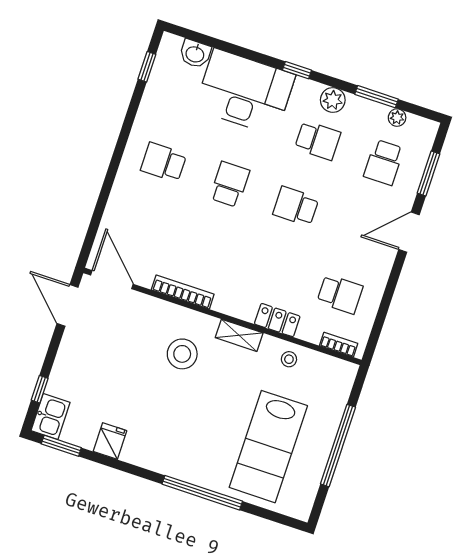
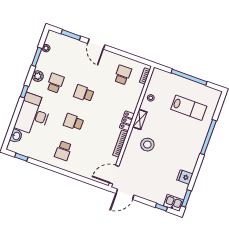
school desk: (384, 162) -> (66, 54), removed
school desk: (296, 206) -> (84, 93), turned 90
locker: (277, 320) -> (127, 121), moved
lab bench: (268, 447) -> (189, 108), width x0.73, depth x0.72

